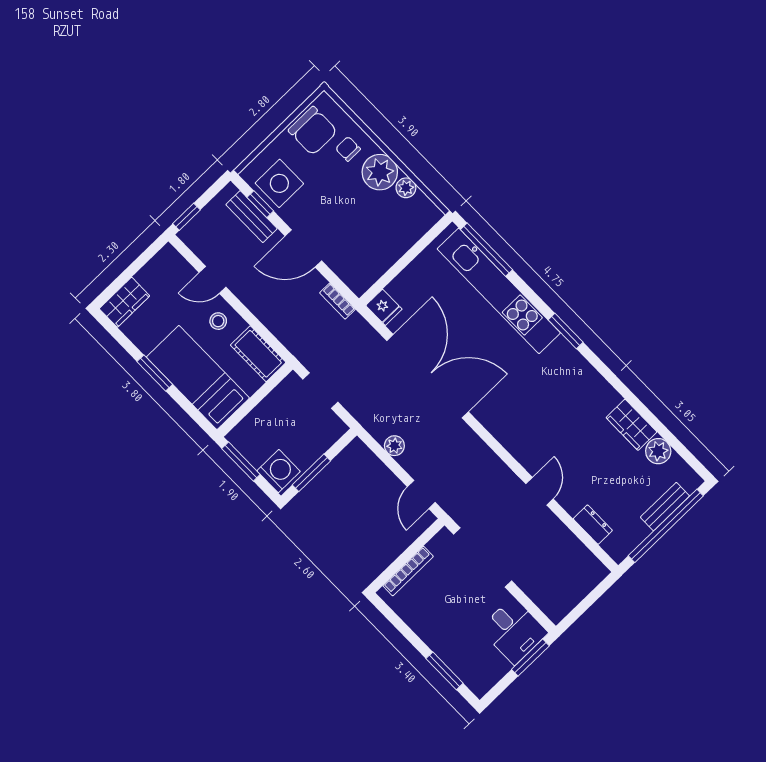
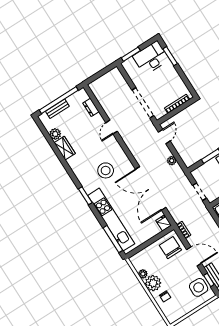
chair: (313, 131) -> (170, 248), moved
stool: (533, 395) -> (106, 170), added
desk: (514, 631) -> (151, 58), moved, width x1.37

